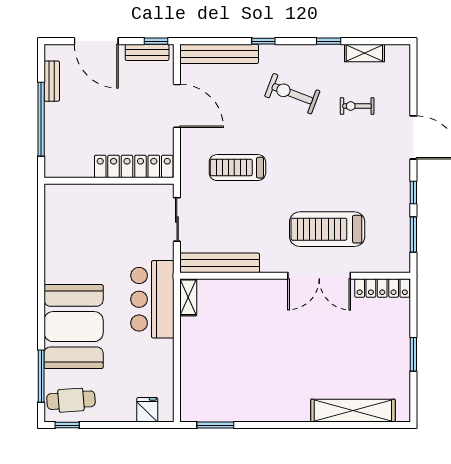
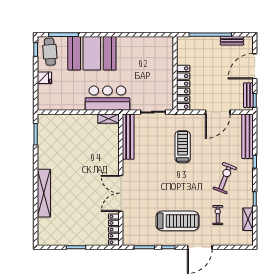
treadmill: (327, 229) -> (177, 221), moved, turned 90
fridge: (147, 410) -> (44, 78), moved
shelving: (353, 411) -> (44, 193), moved

